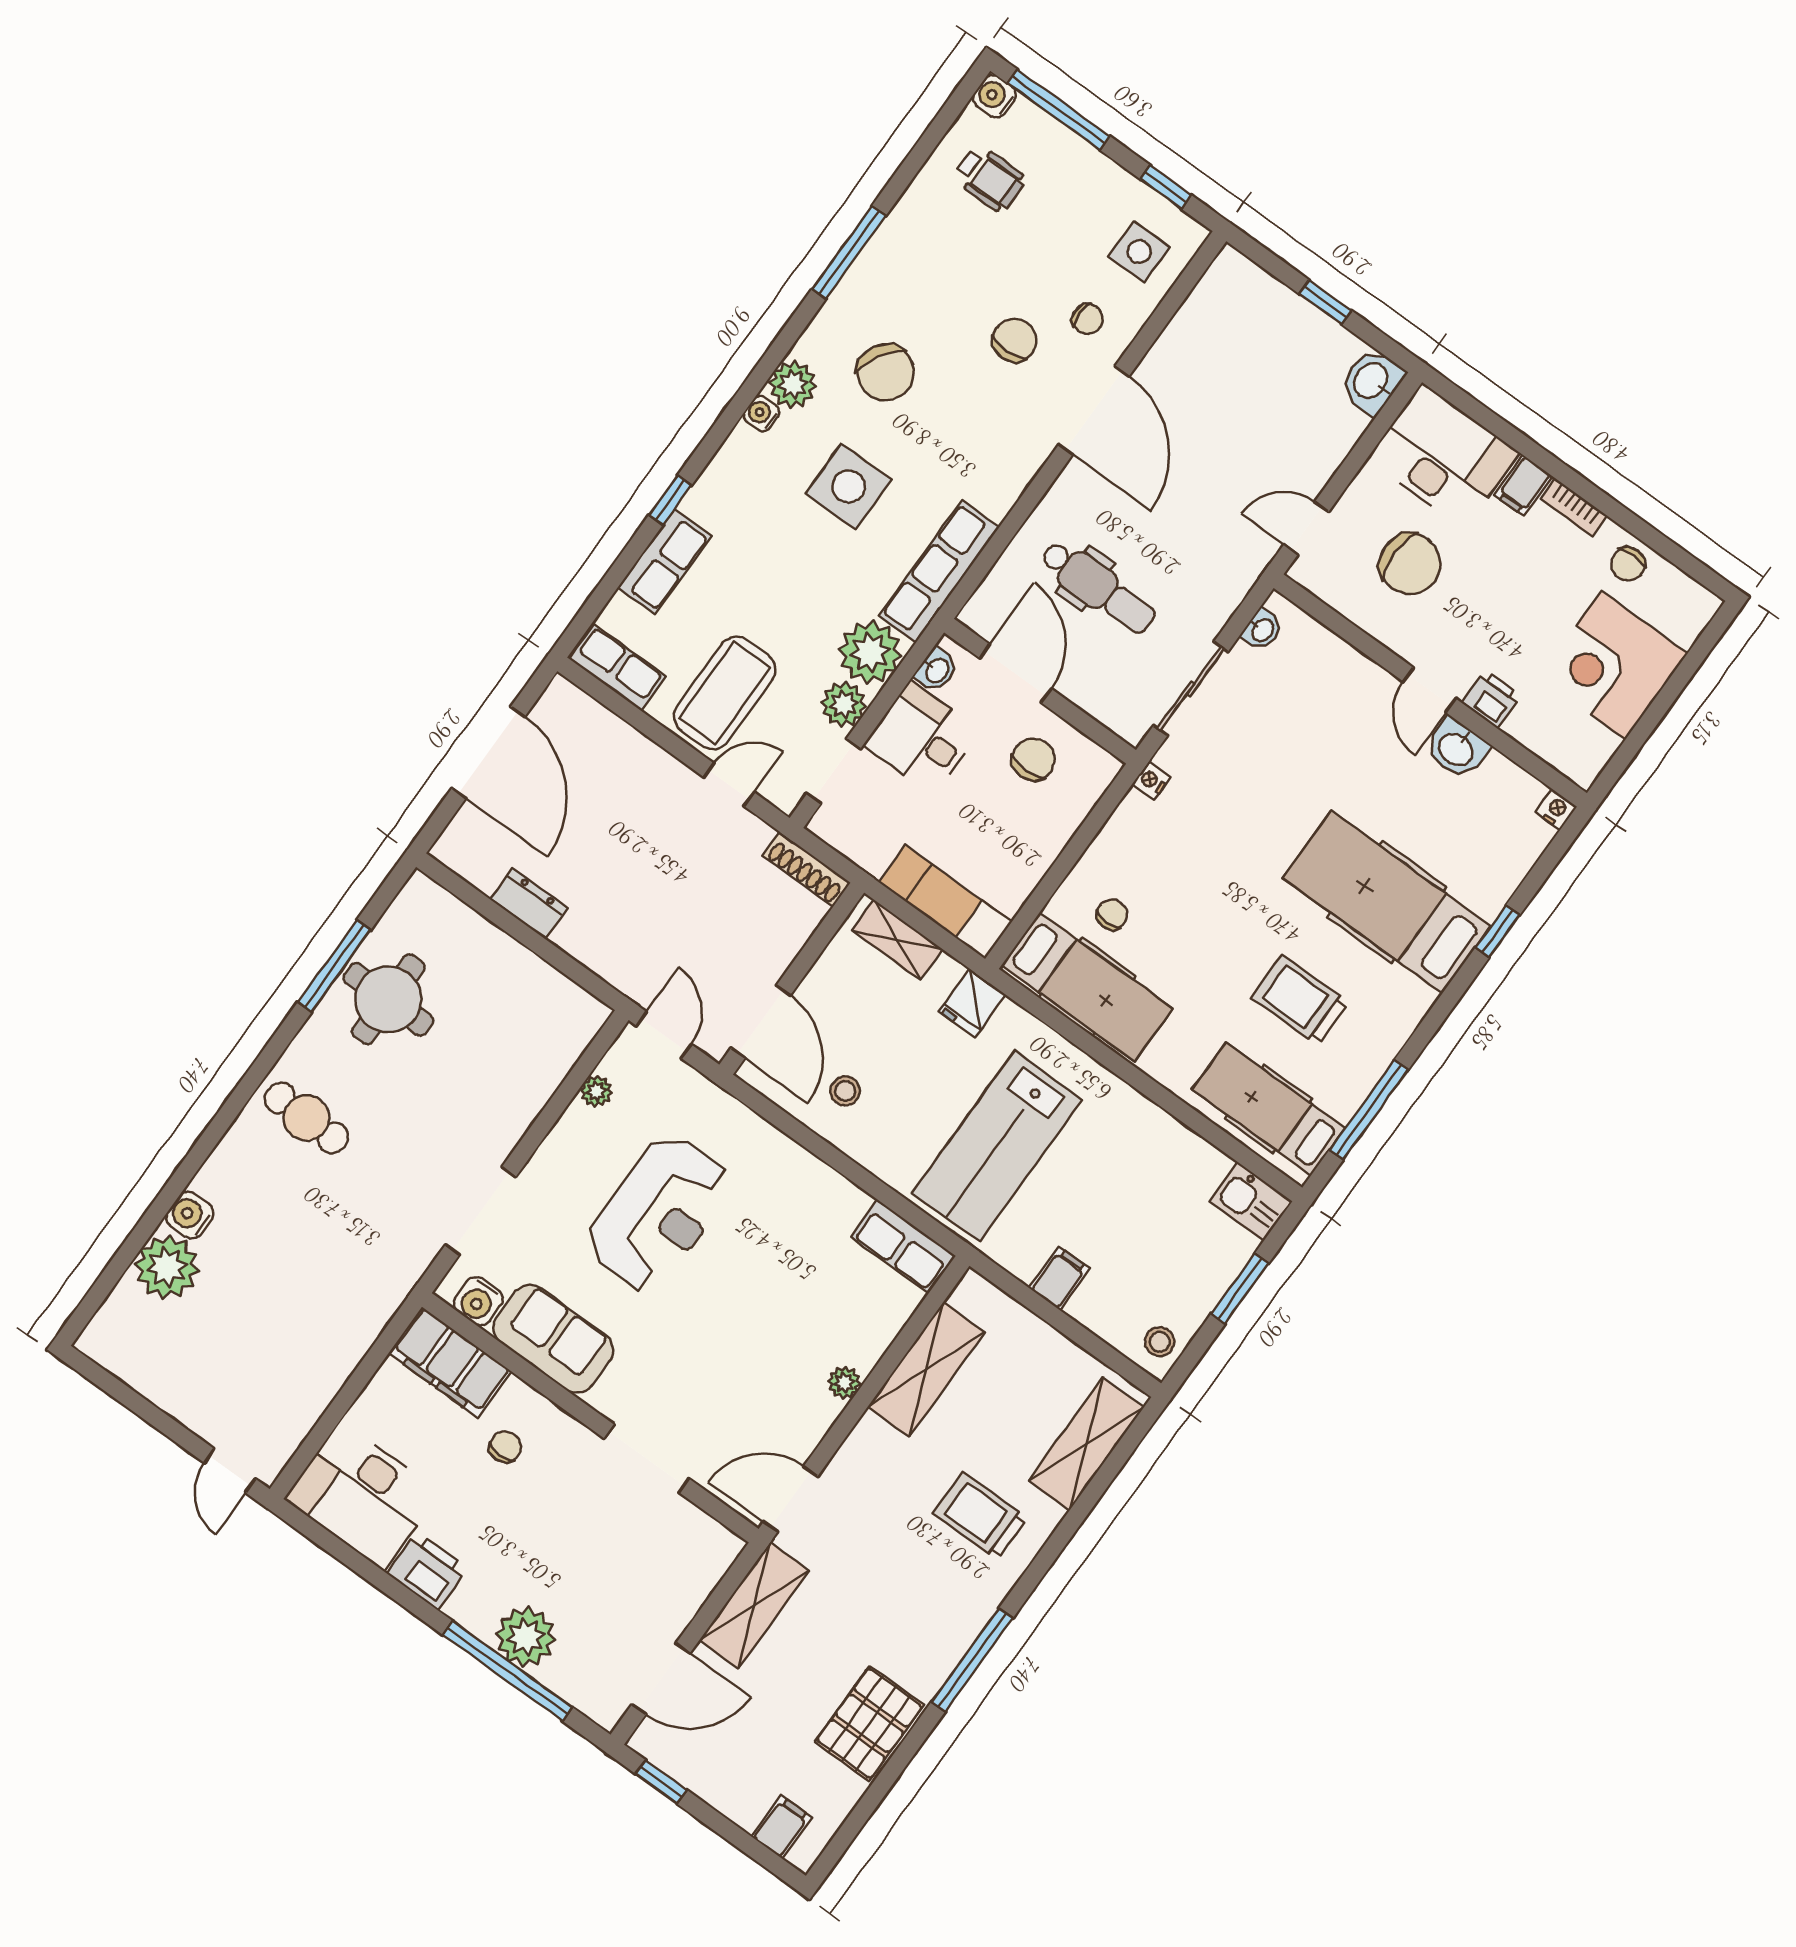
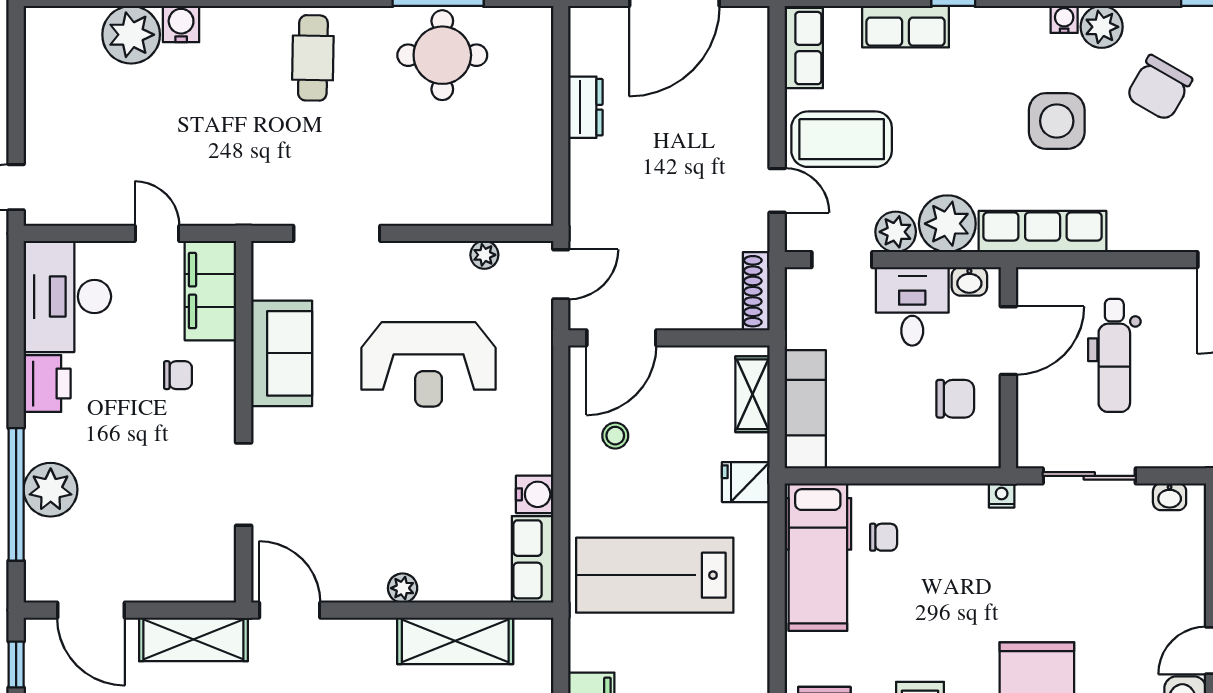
water cooler: (478, 1301) -> (535, 494), moved, turned 180
door: (363, 1373) -> (157, 233), added

